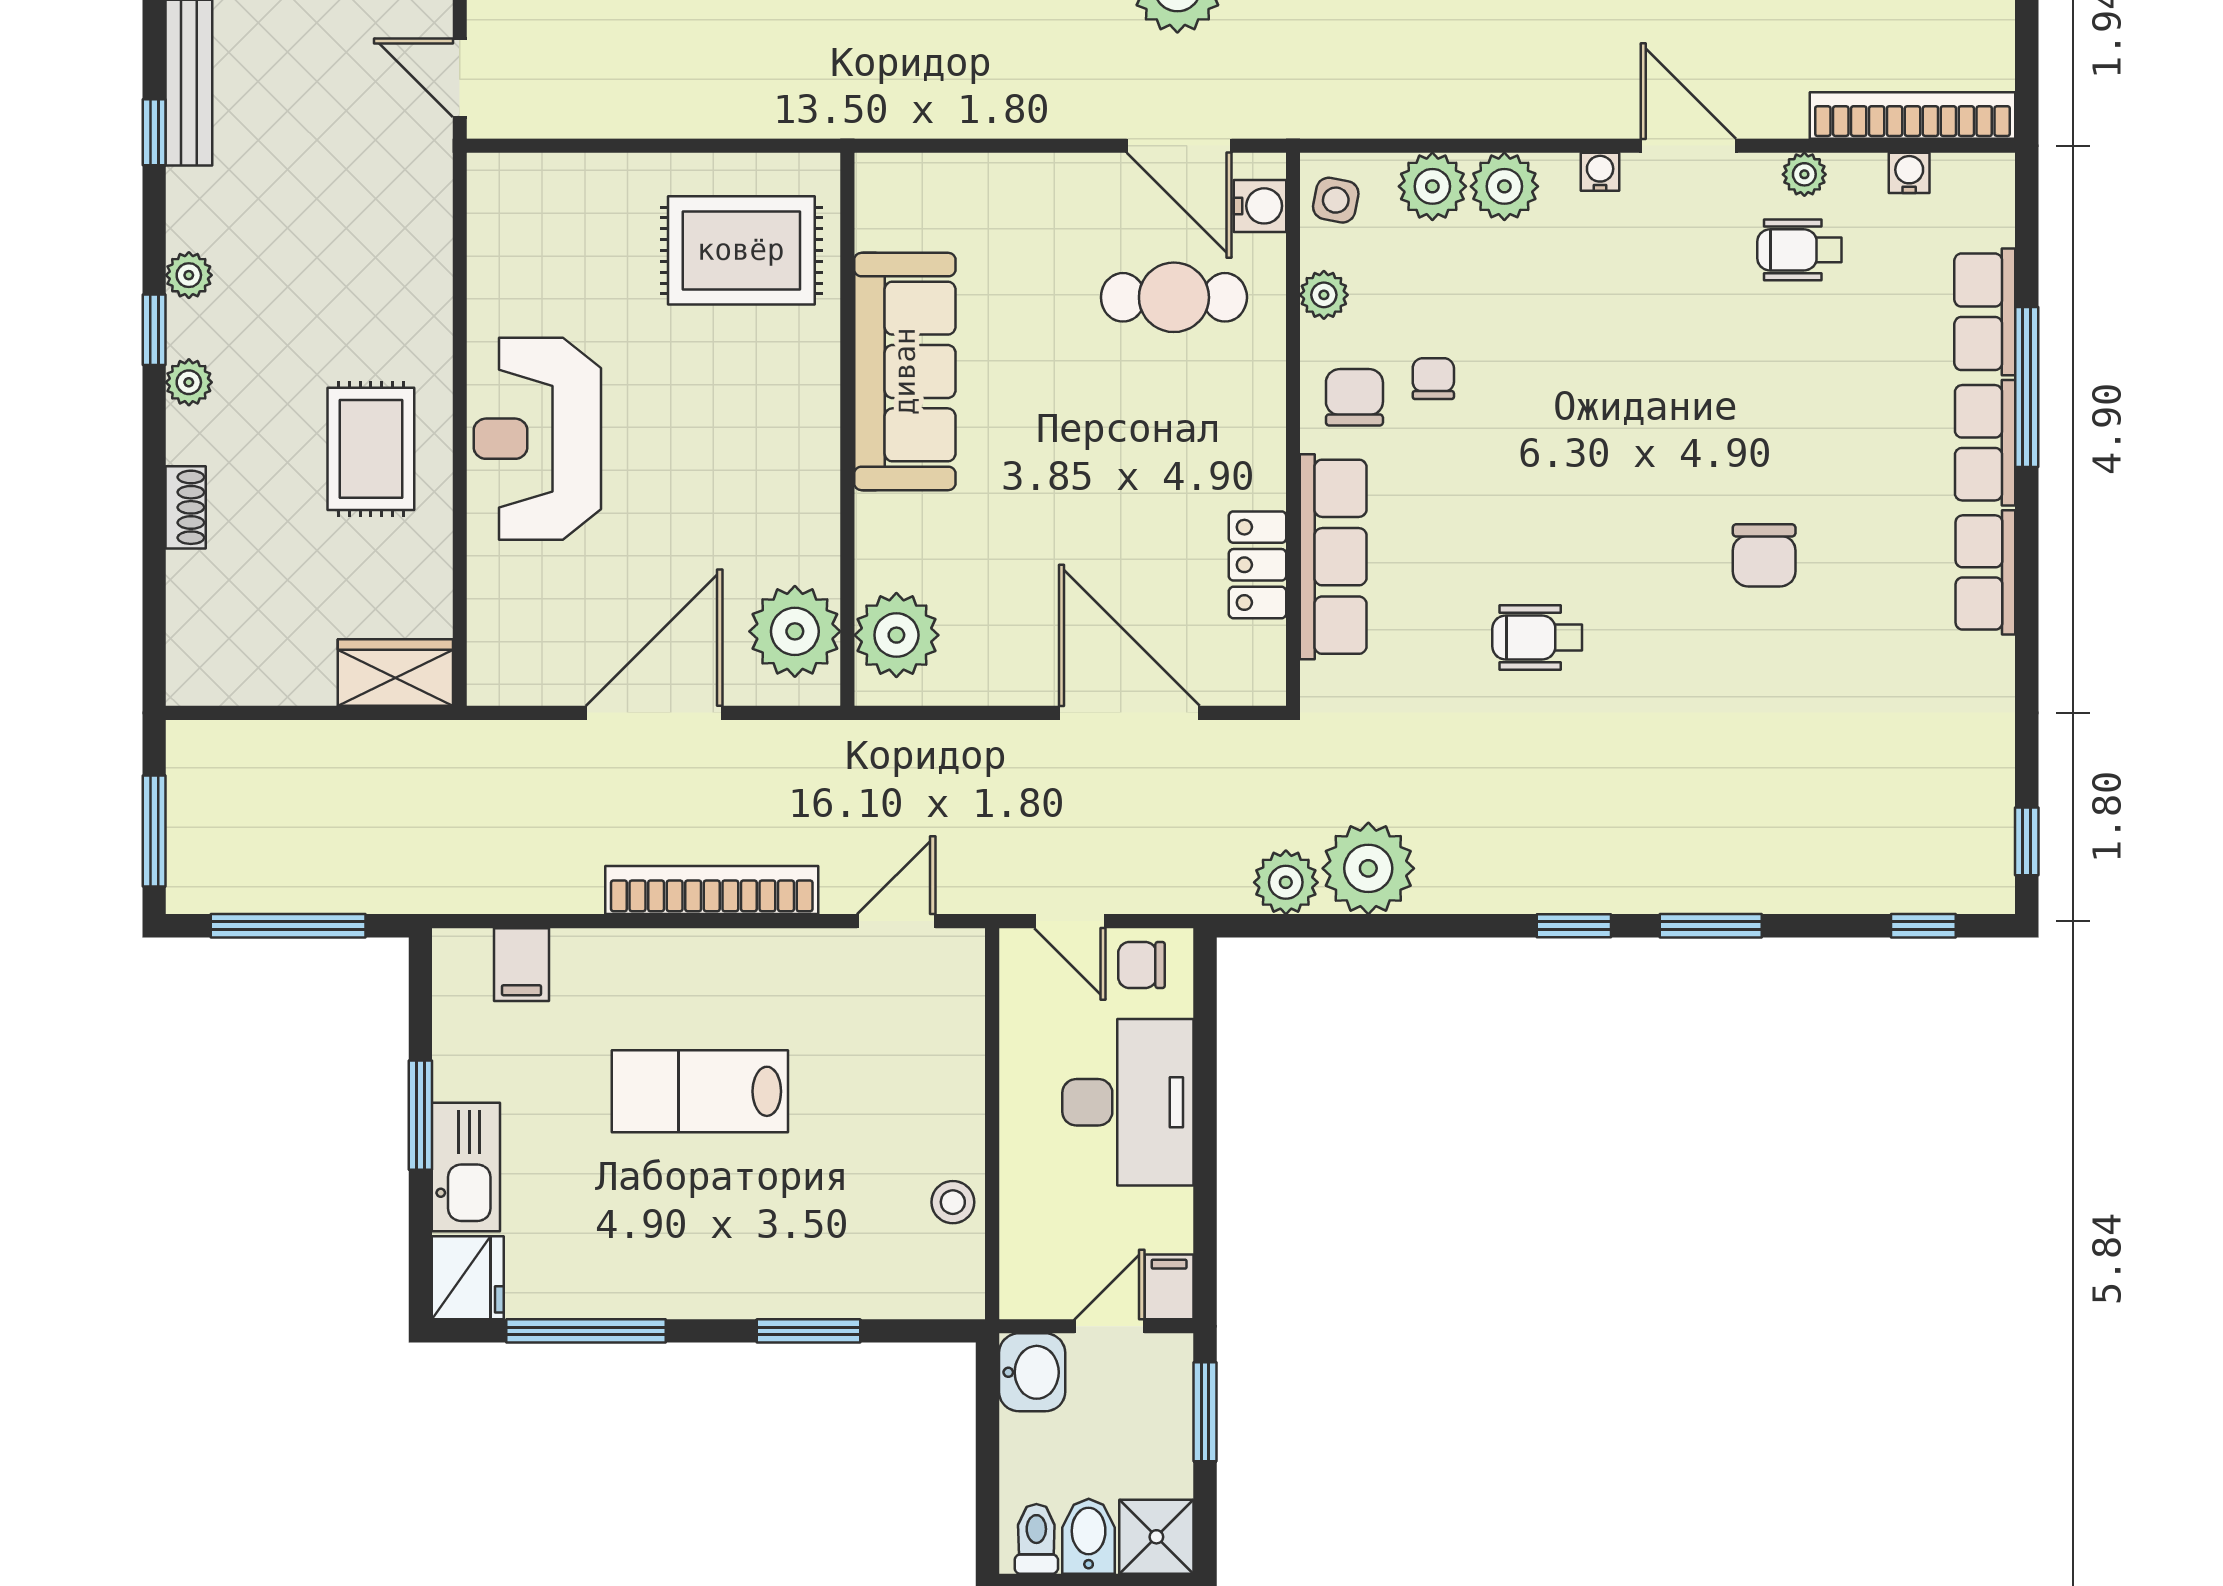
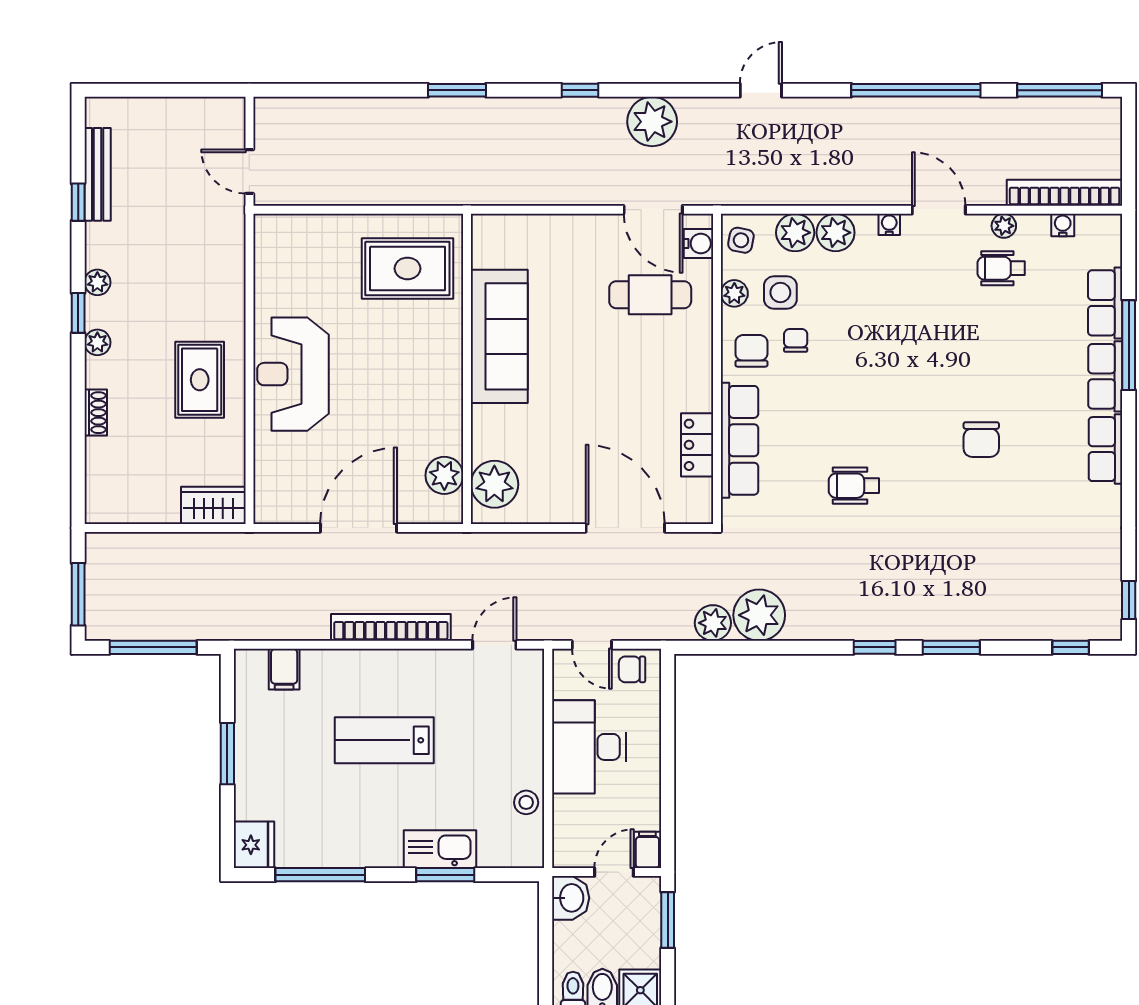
side table: (1406, 293) -> (780, 292), added
plant: (795, 631) -> (444, 475), width x0.73, depth x0.73
desk: (1128, 1102) -> (589, 747), moved, turned 180
kitchen sink: (466, 1167) -> (440, 849), moved, turned -90

